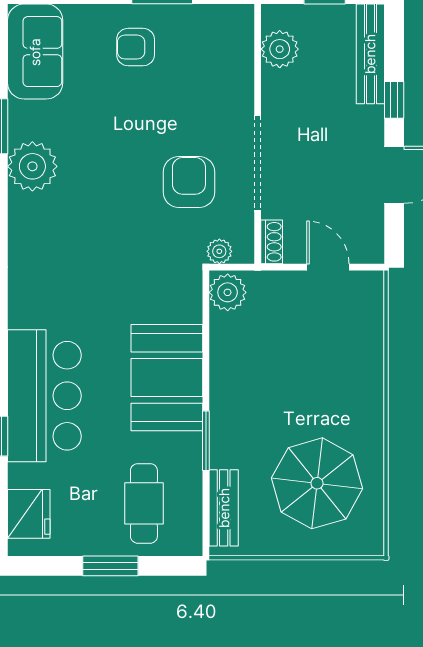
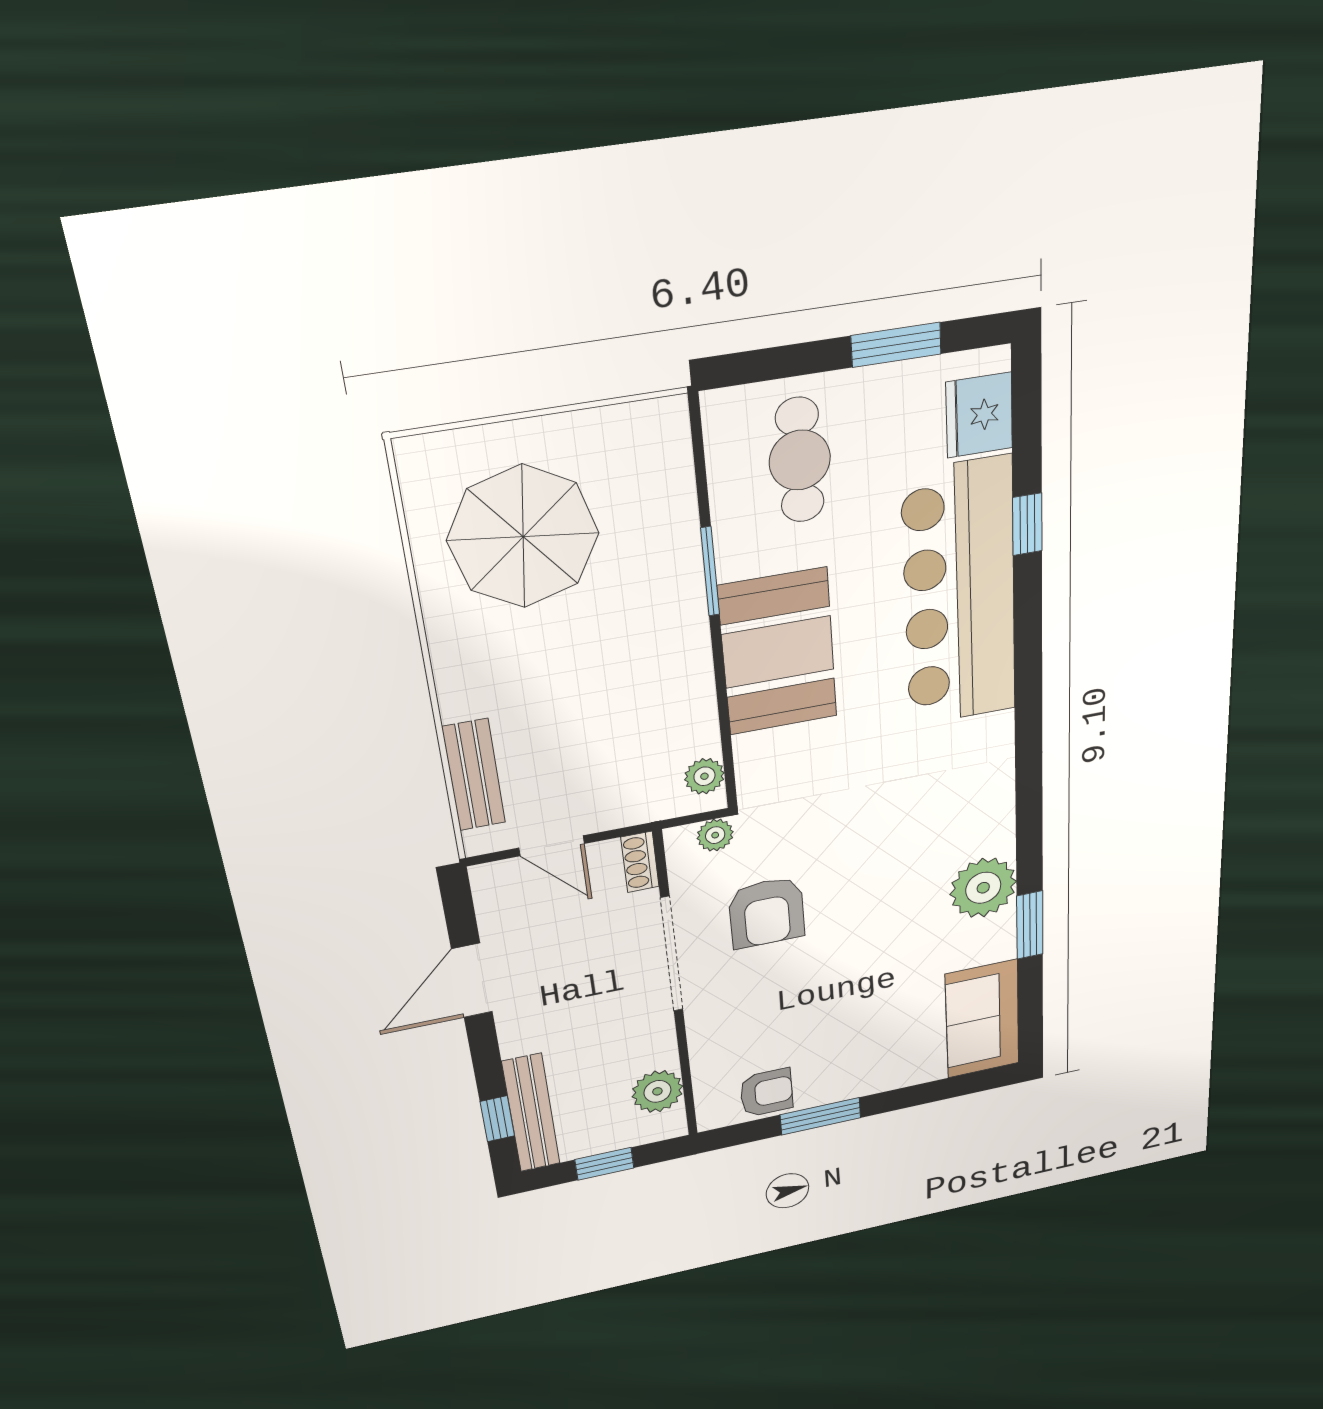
armchair: (136, 47) -> (767, 1093), moved
window: (394, 100) -> (497, 1119), moved
plant: (228, 292) -> (704, 776), width x0.73, depth x0.73
bar counter: (44, 396) -> (960, 594), width x1.36
bench: (224, 508) -> (474, 775), moved
window: (110, 566) -> (896, 345), moved

